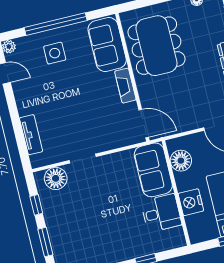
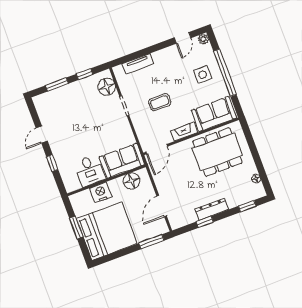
coffee table: (84, 112) -> (160, 102), added

